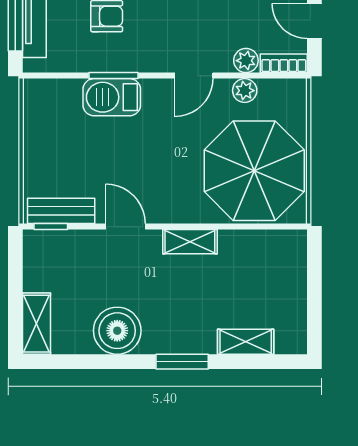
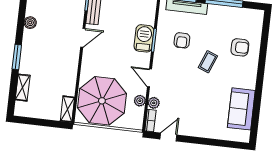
shelving: (190, 242) -> (67, 109), moved
boiler: (117, 331) -> (30, 23), width x0.54, depth x0.54

